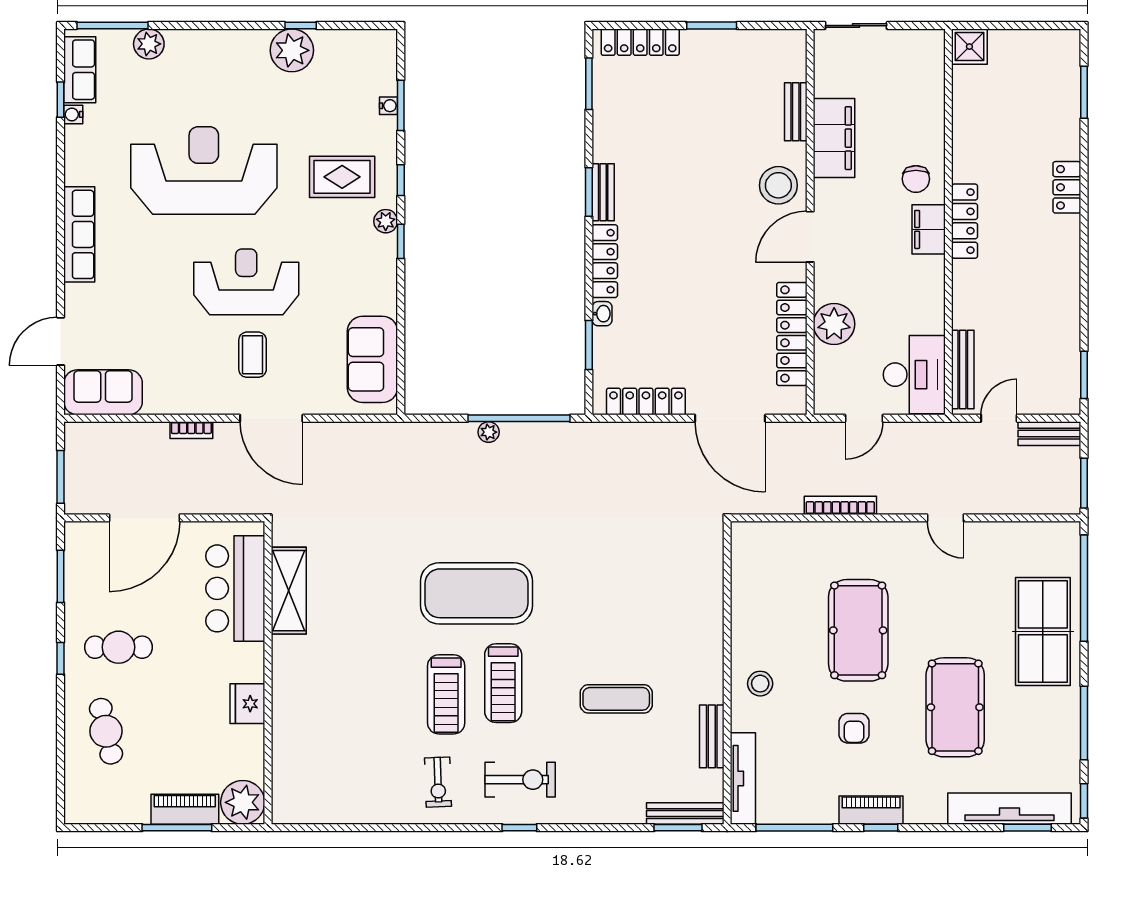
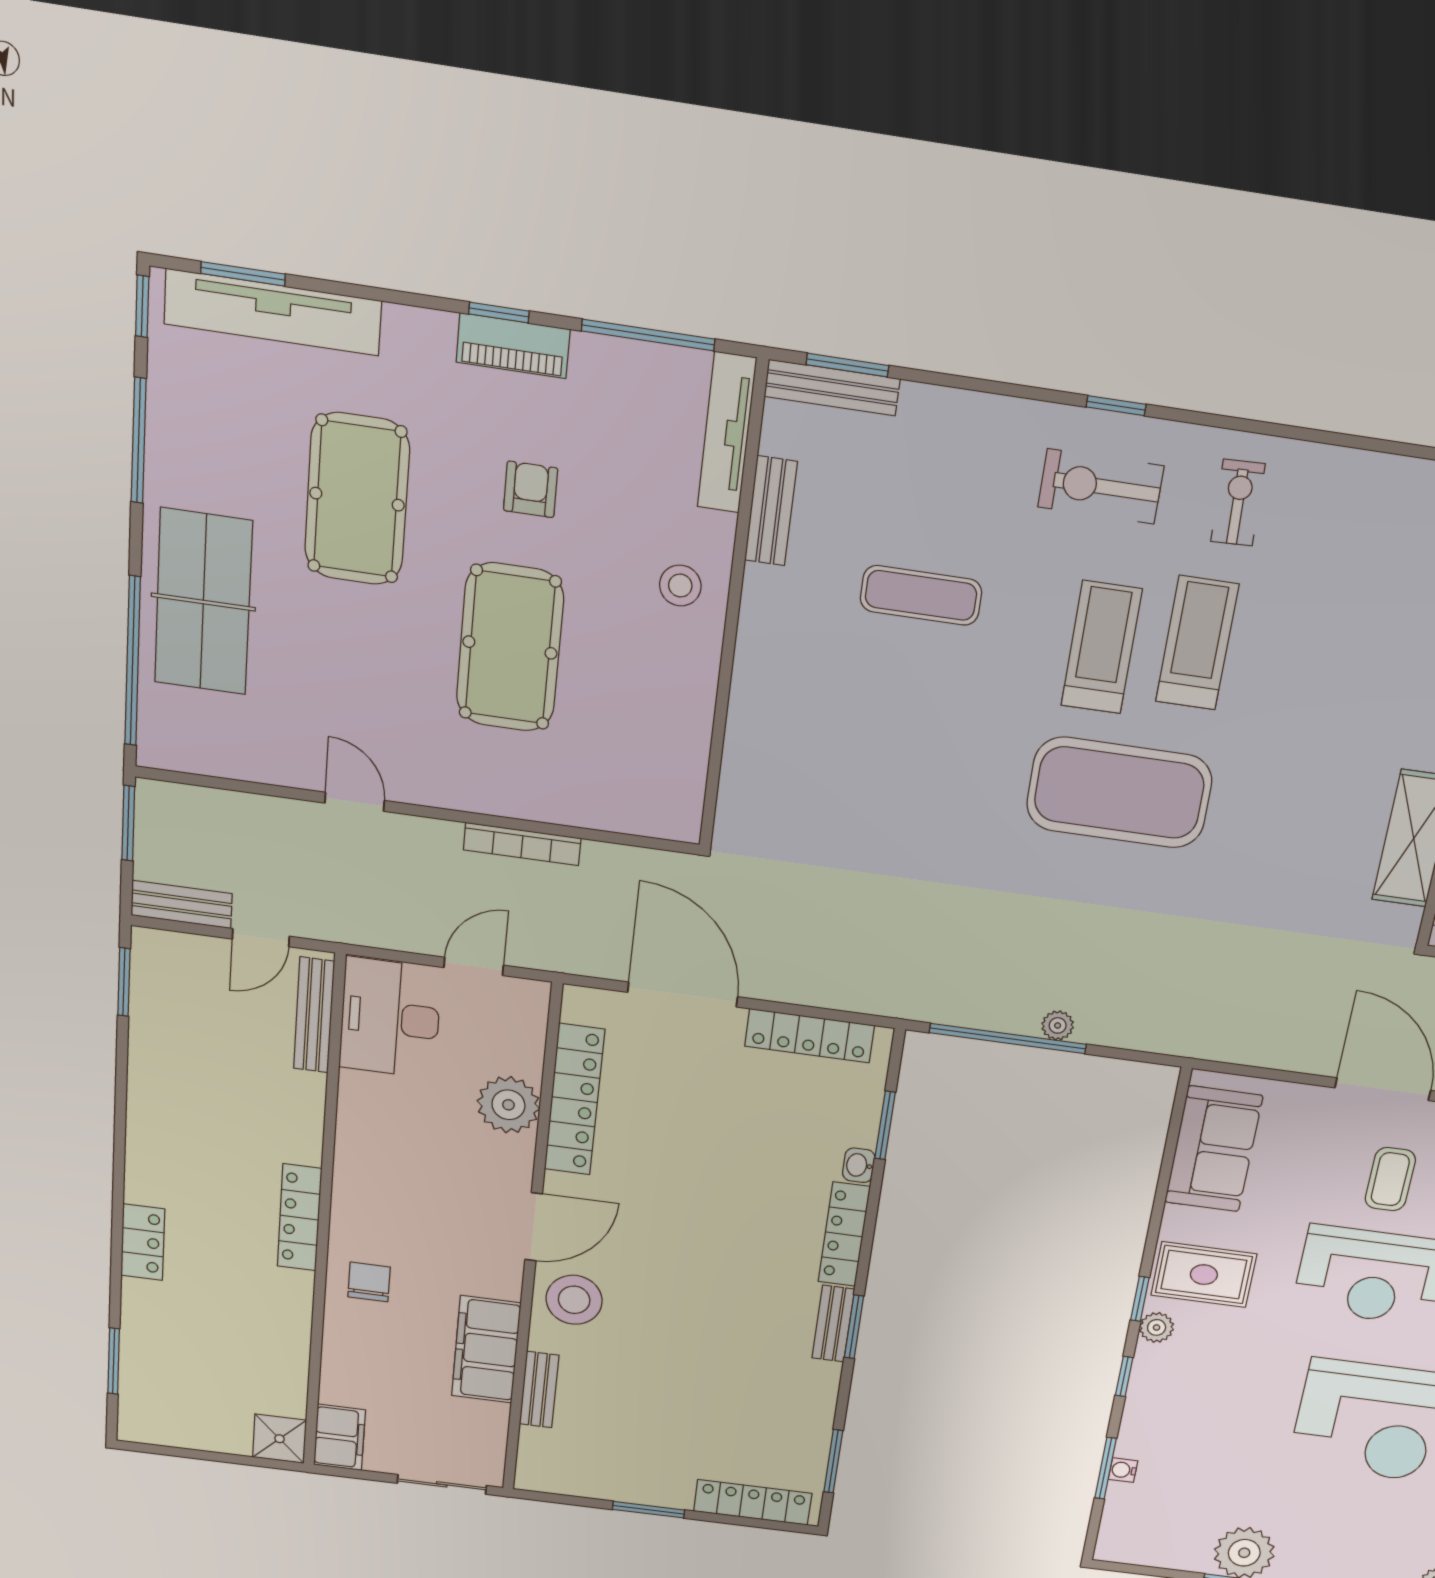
rug: (342, 177) -> (1204, 1275), moved
filing cabinet: (929, 229) -> (339, 1437), moved

